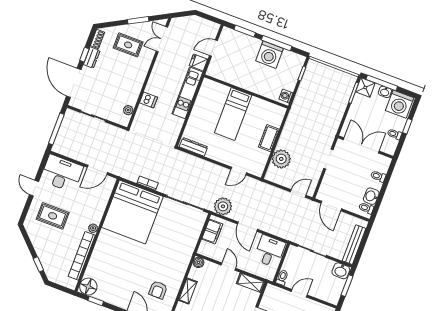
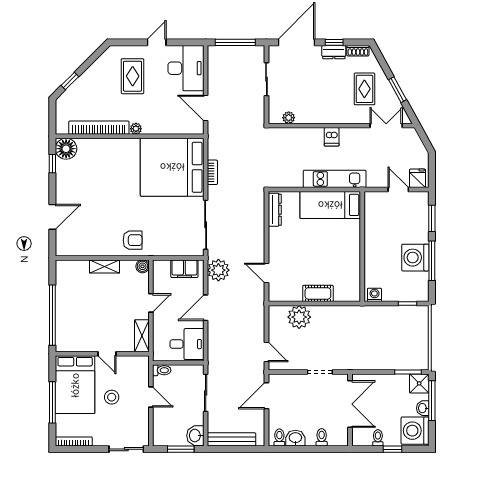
fridge: (198, 62) -> (418, 178), moved
dishwasher: (149, 100) -> (332, 137), moved
bed: (233, 114) -> (330, 205), moved
armchair: (158, 290) -> (133, 240), moved, turned 180

